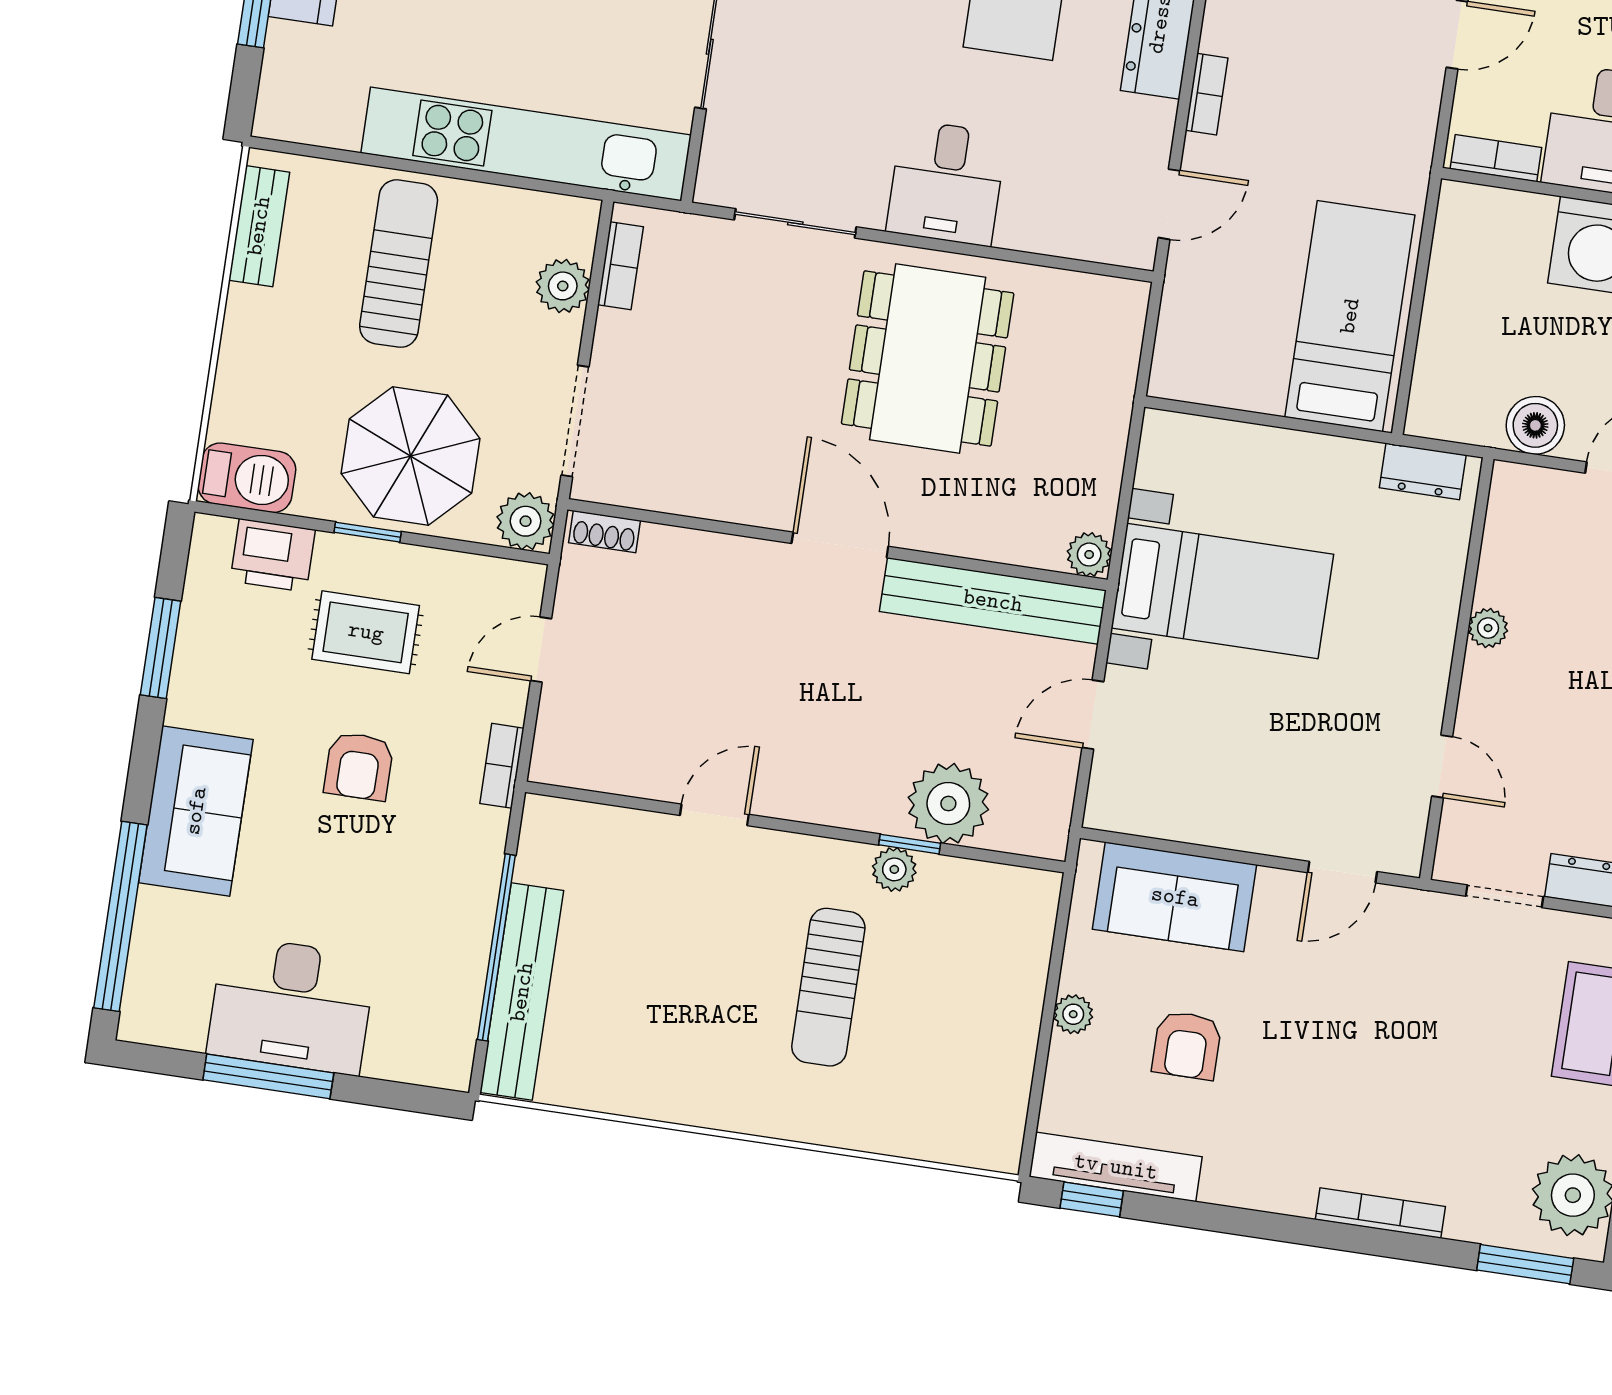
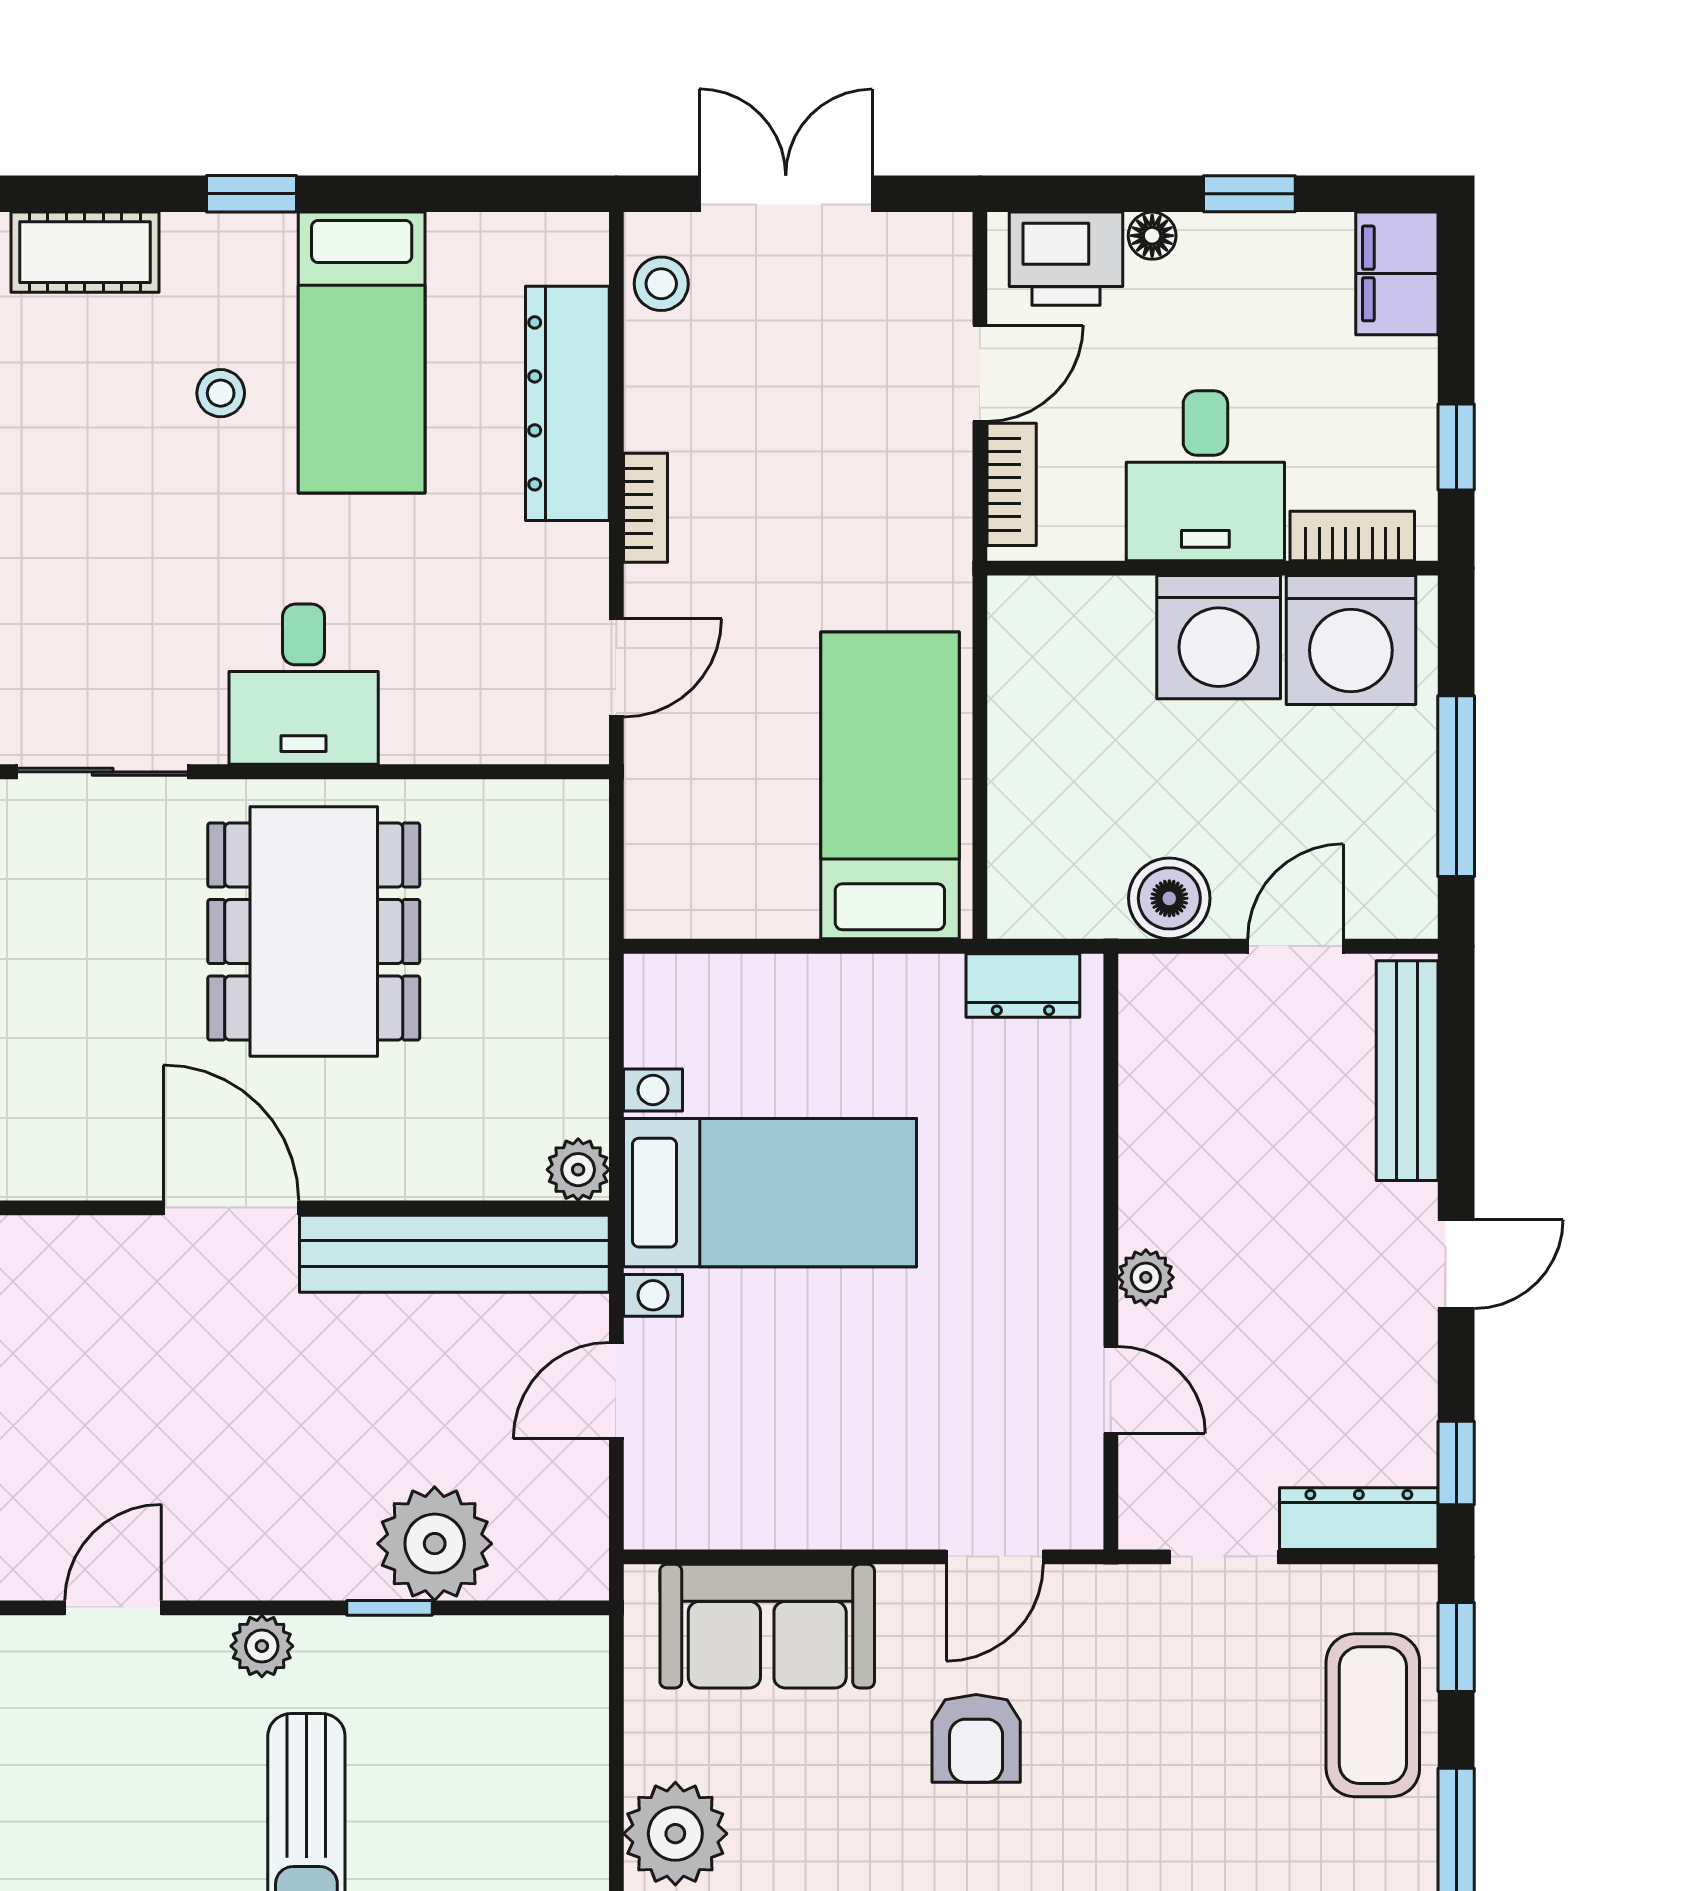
bookcase: (1496, 158) -> (1012, 484), moved, turned 90
plant: (1488, 628) -> (1146, 1277), moved
plant: (894, 869) -> (262, 1646), moved
plant: (1073, 1014) -> (675, 1834), width x1.88, depth x1.88
armchair: (1187, 1045) -> (976, 1738), moved

